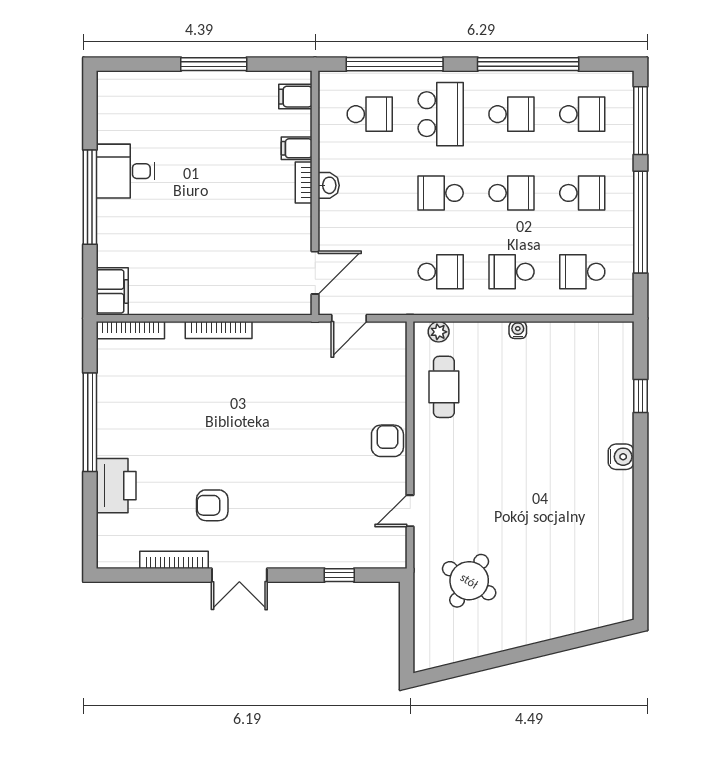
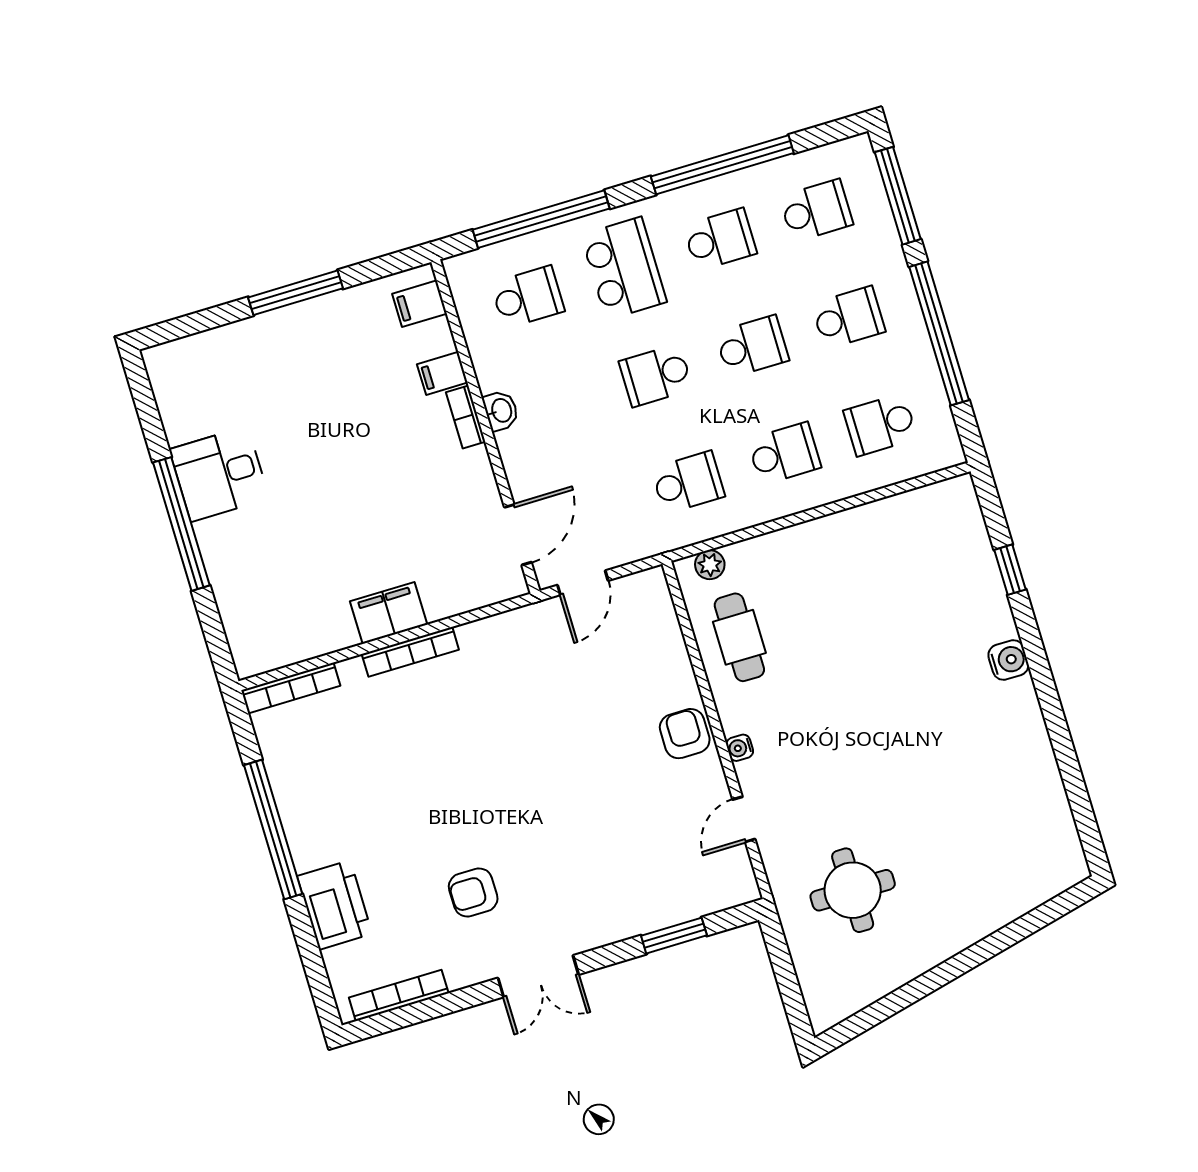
school desk: (511, 272) -> (784, 454), turned 180
filing cabinet: (112, 291) -> (389, 613), moved, turned -90
water cooler: (518, 330) -> (740, 748), moved, turned -90
bookcase: (174, 560) -> (399, 995), moved
window: (339, 575) -> (674, 936), width x1.50
round table: (469, 581) -> (853, 890), turned -32

